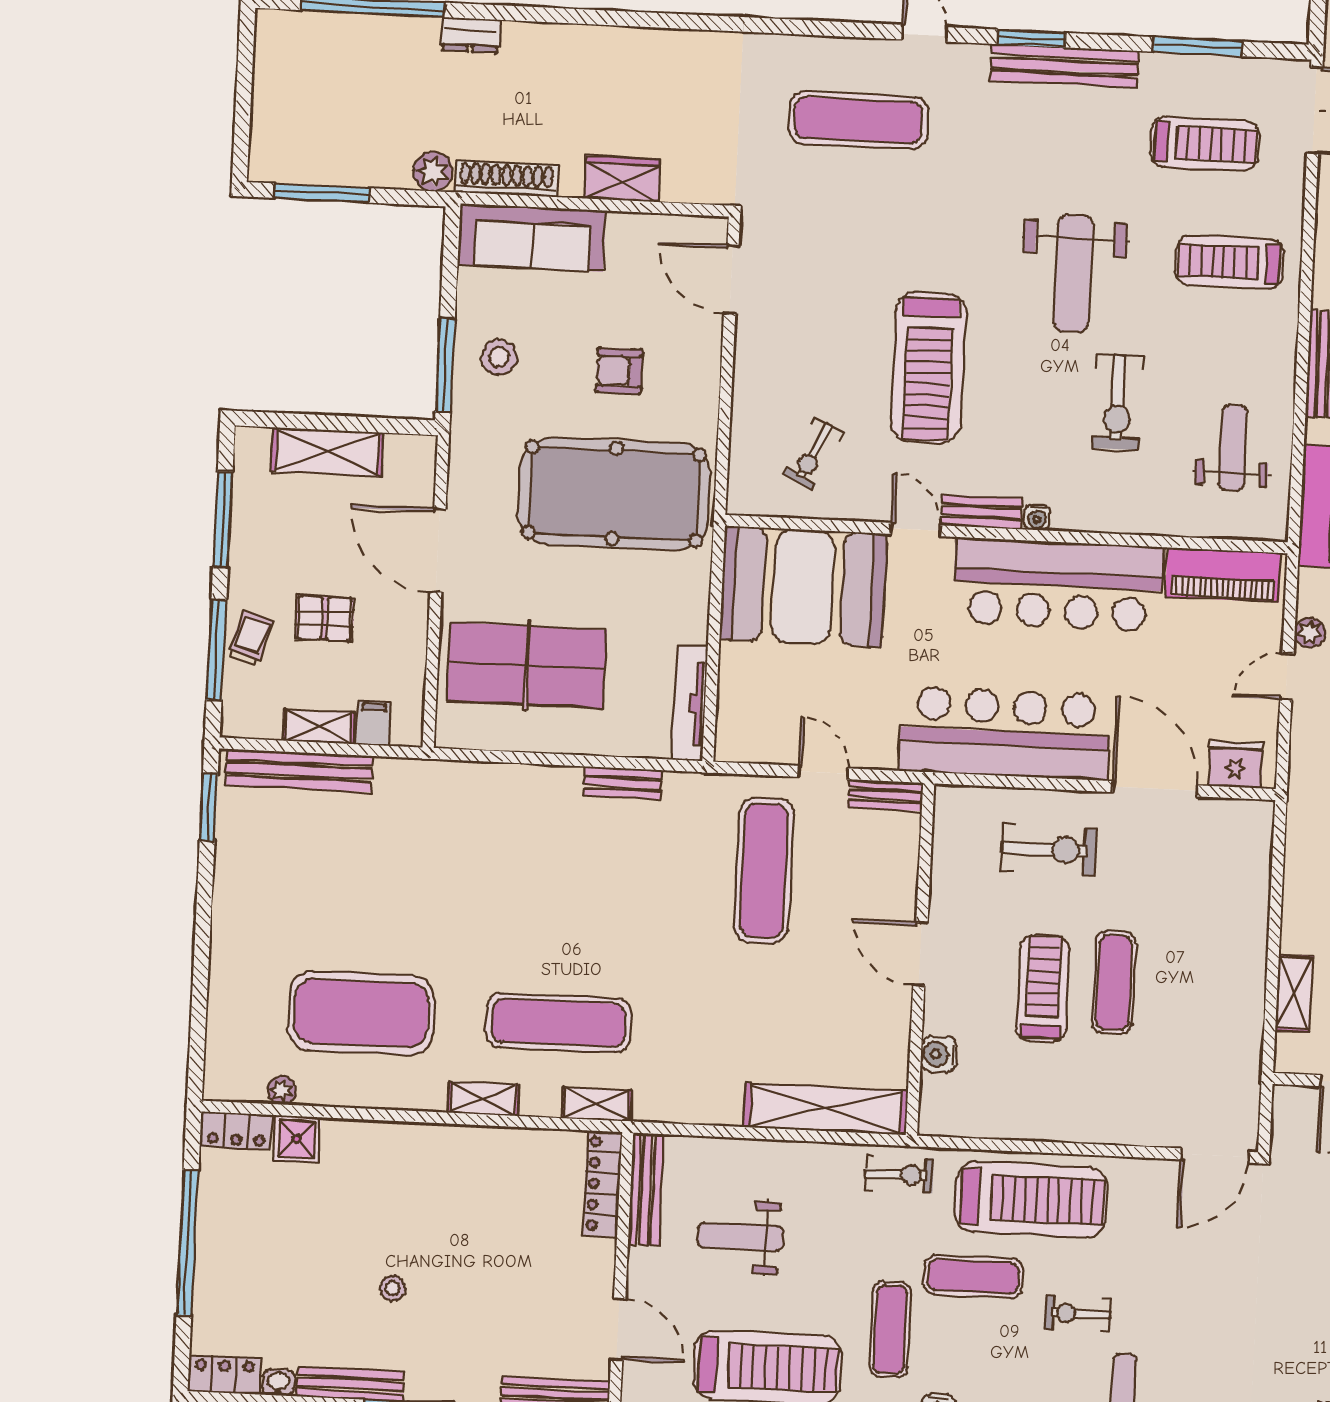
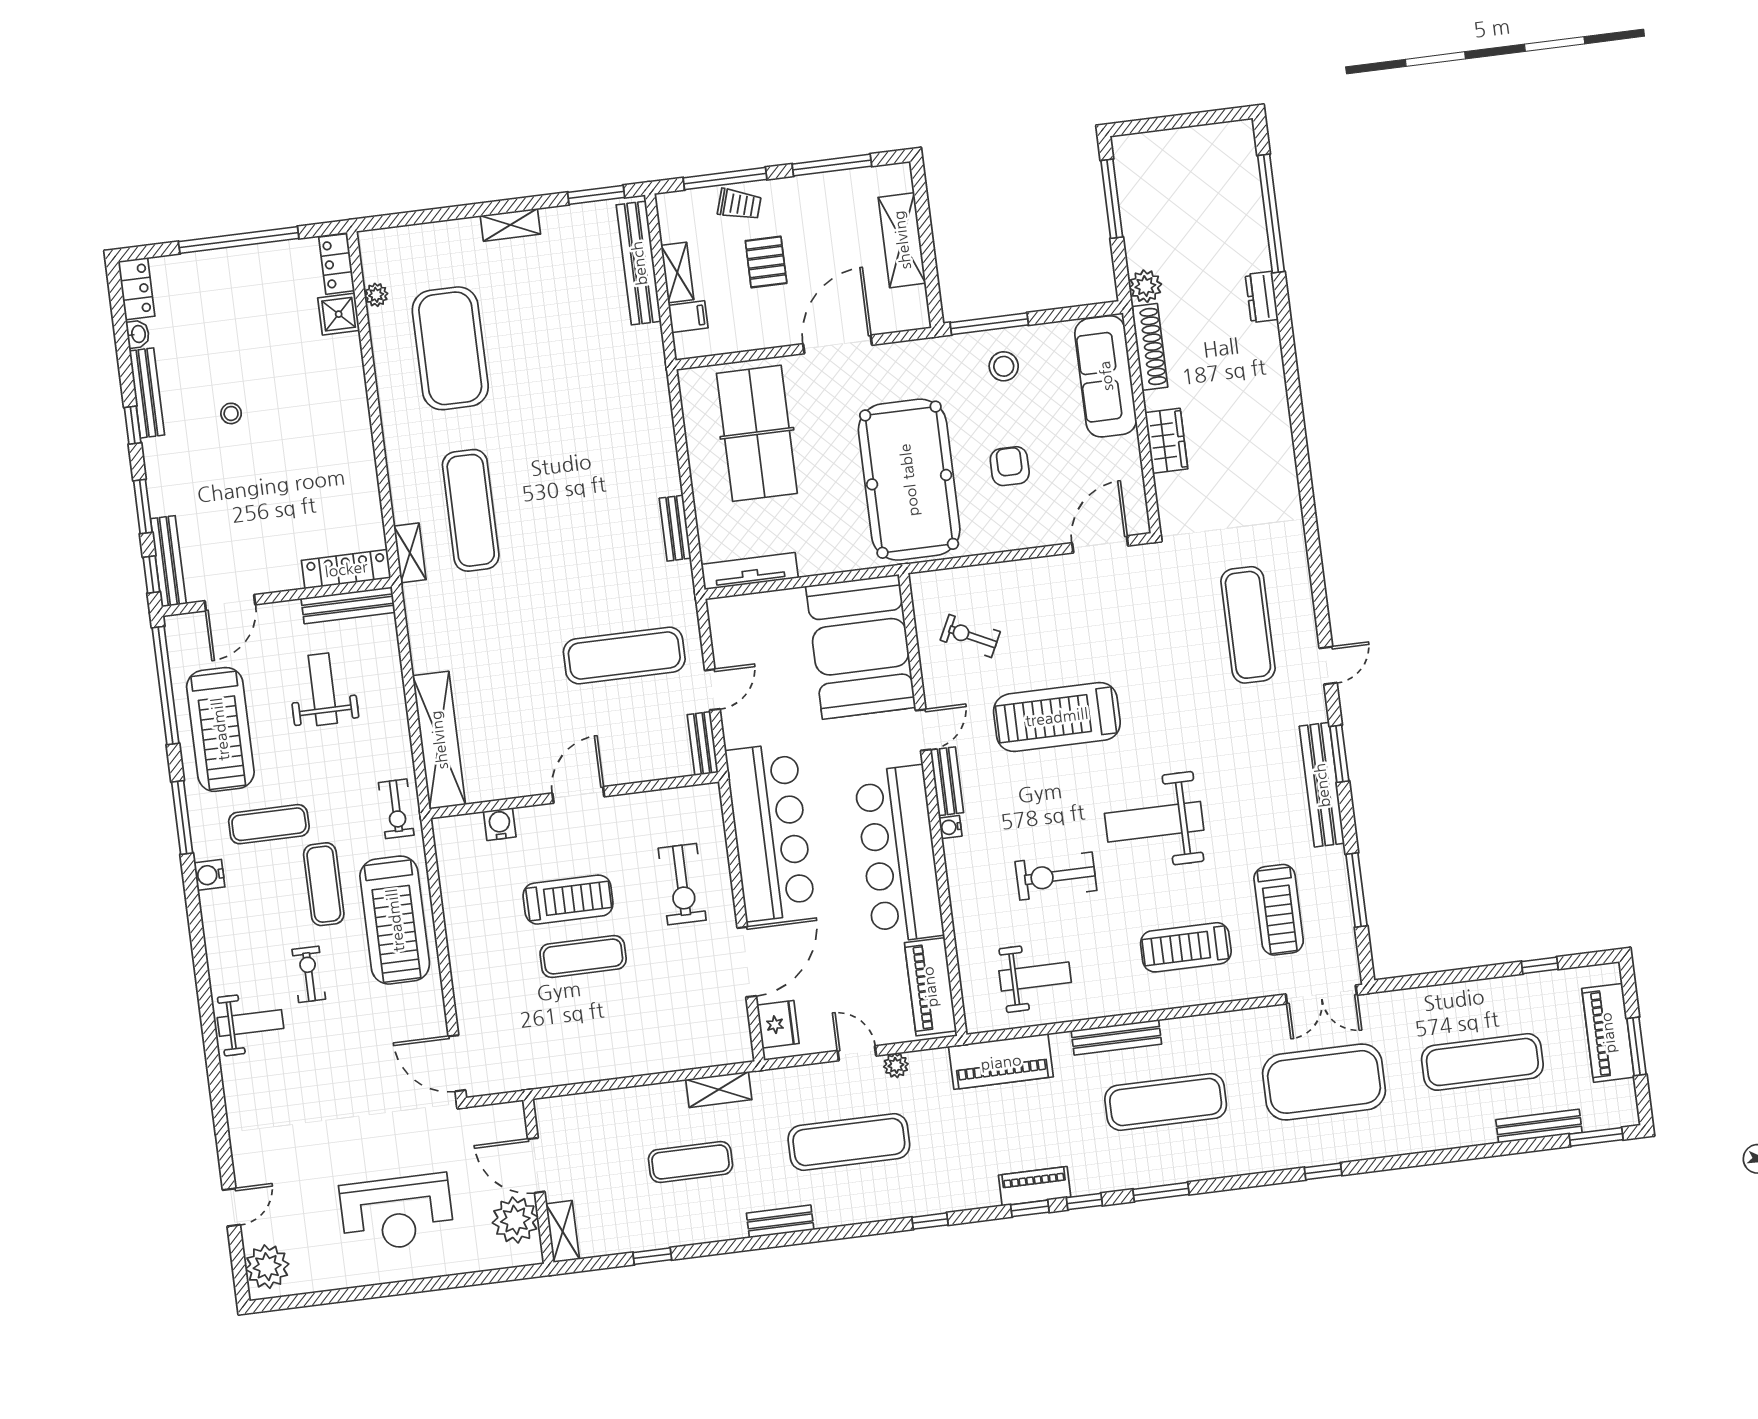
treadmill: (1230, 262) -> (1186, 947), turned -90
shelving: (1294, 993) -> (719, 1090), moved
shelving: (483, 1099) -> (510, 225), moved, turned 90

